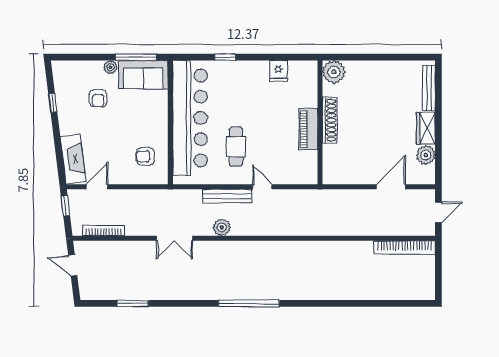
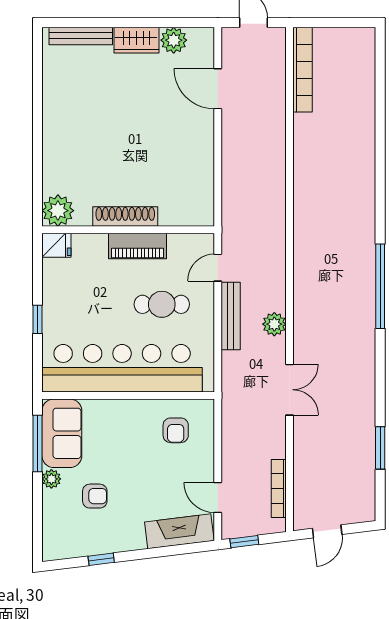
plant: (334, 72) -> (58, 211), moved
shoe rack: (330, 120) -> (125, 216), moved
wall: (320, 122) -> (128, 230), moved
piano: (308, 129) -> (137, 246), moved

